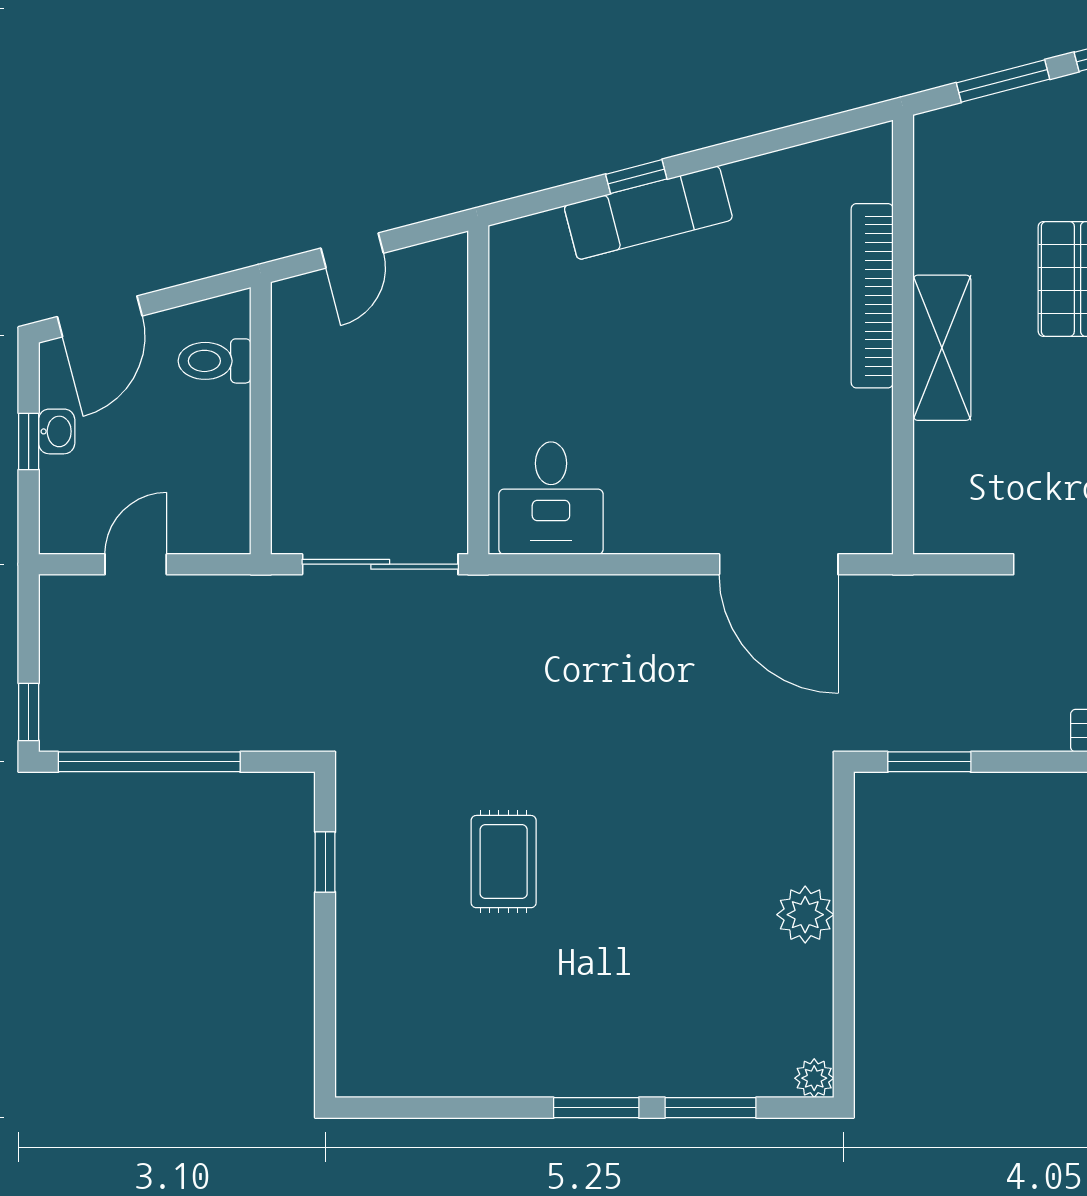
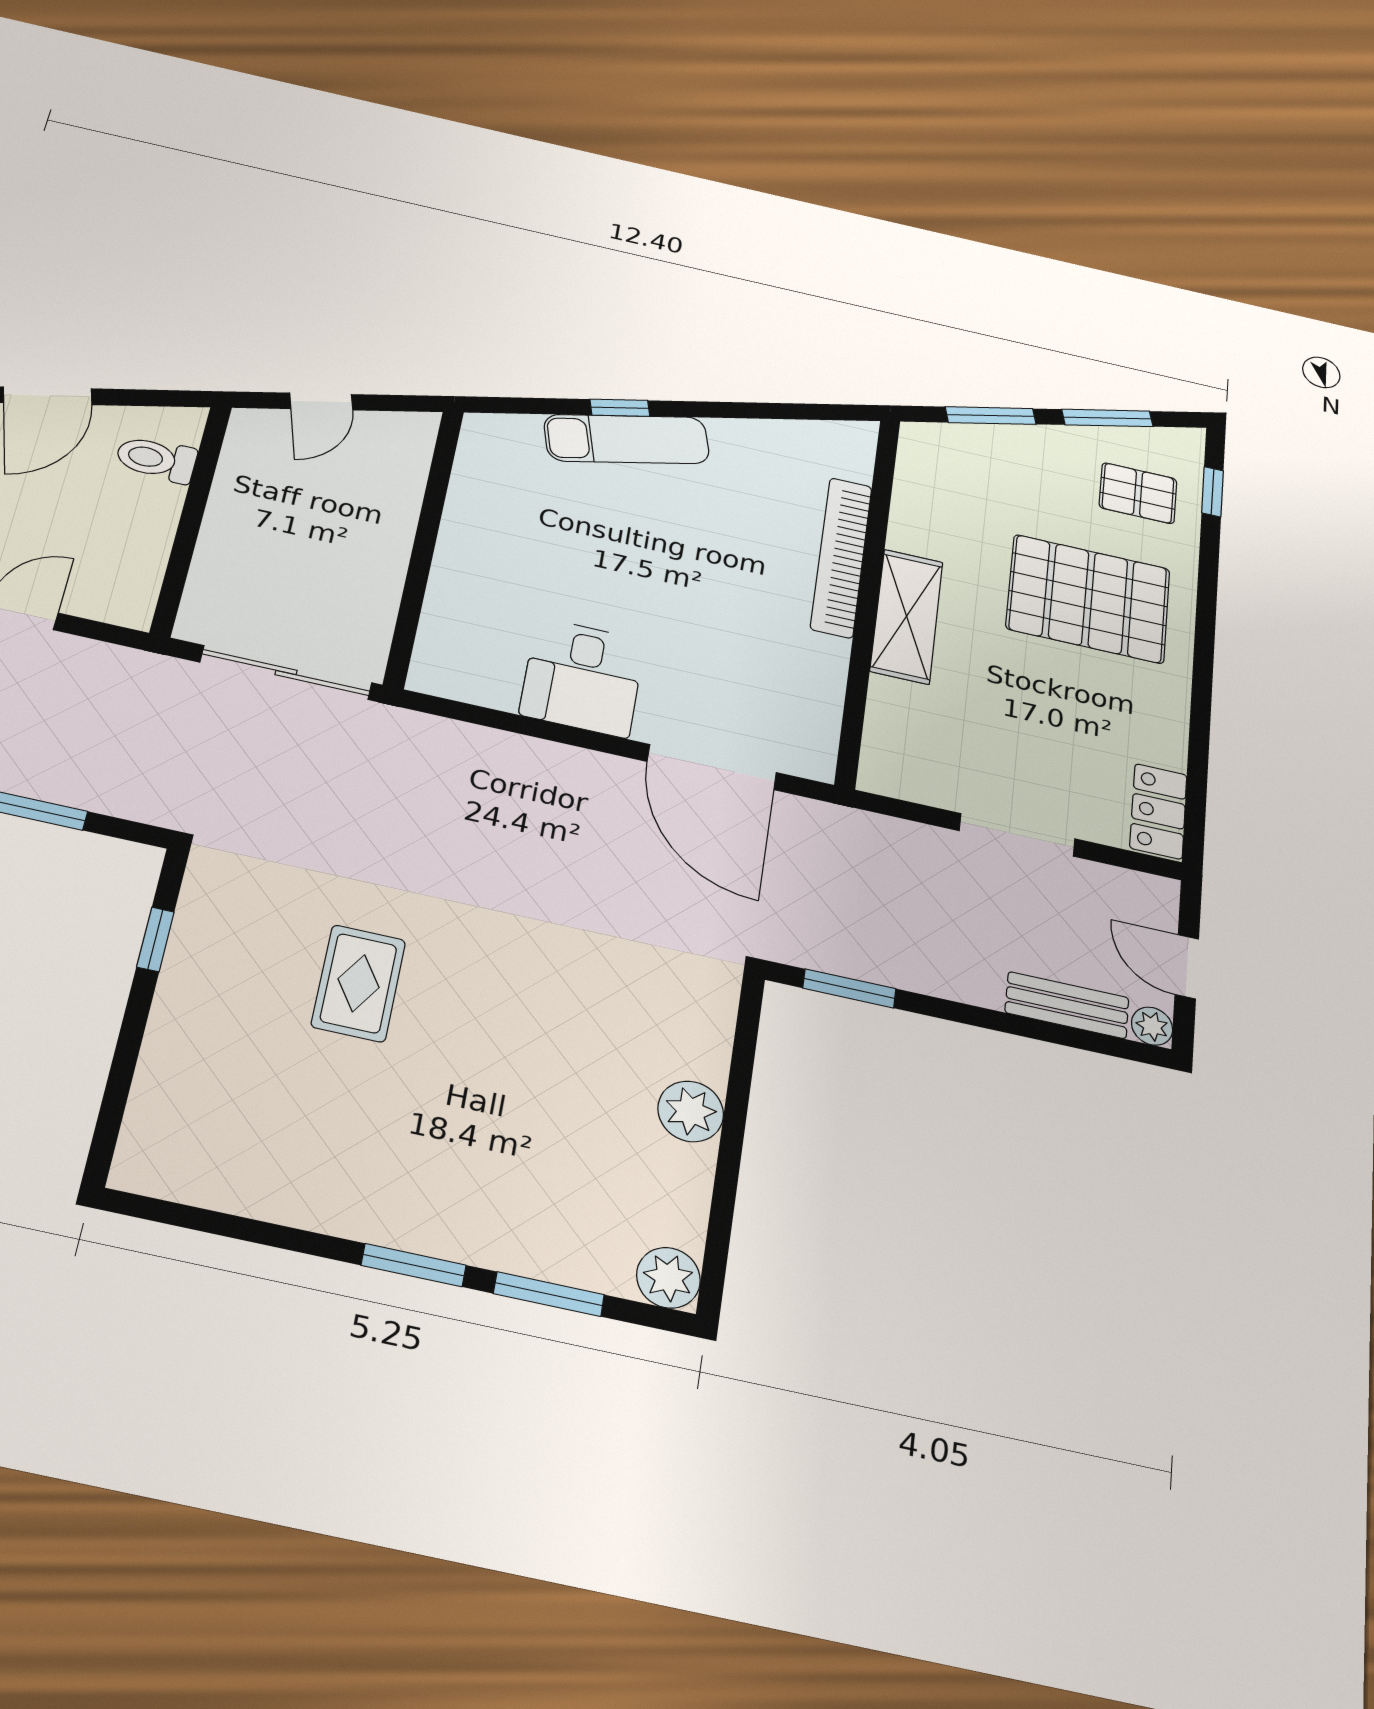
desk: (551, 498) -> (582, 677), moved
plant: (814, 1078) -> (668, 1278), width x1.38, depth x1.38

